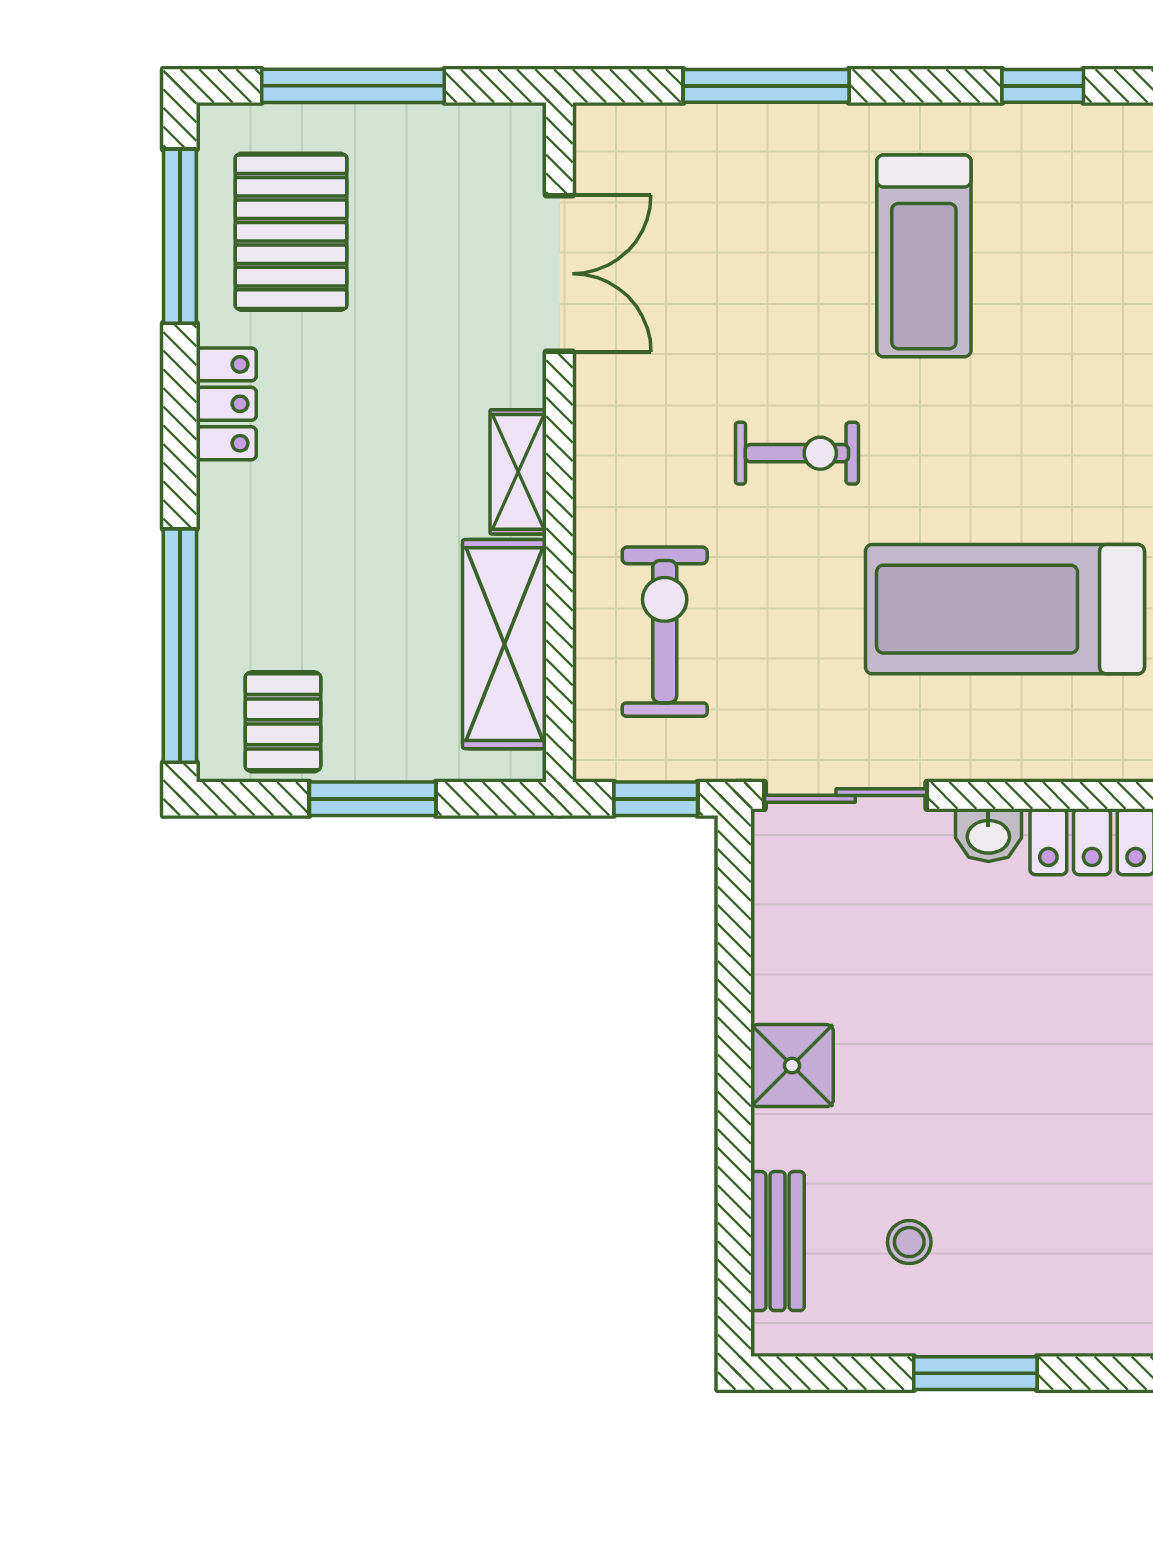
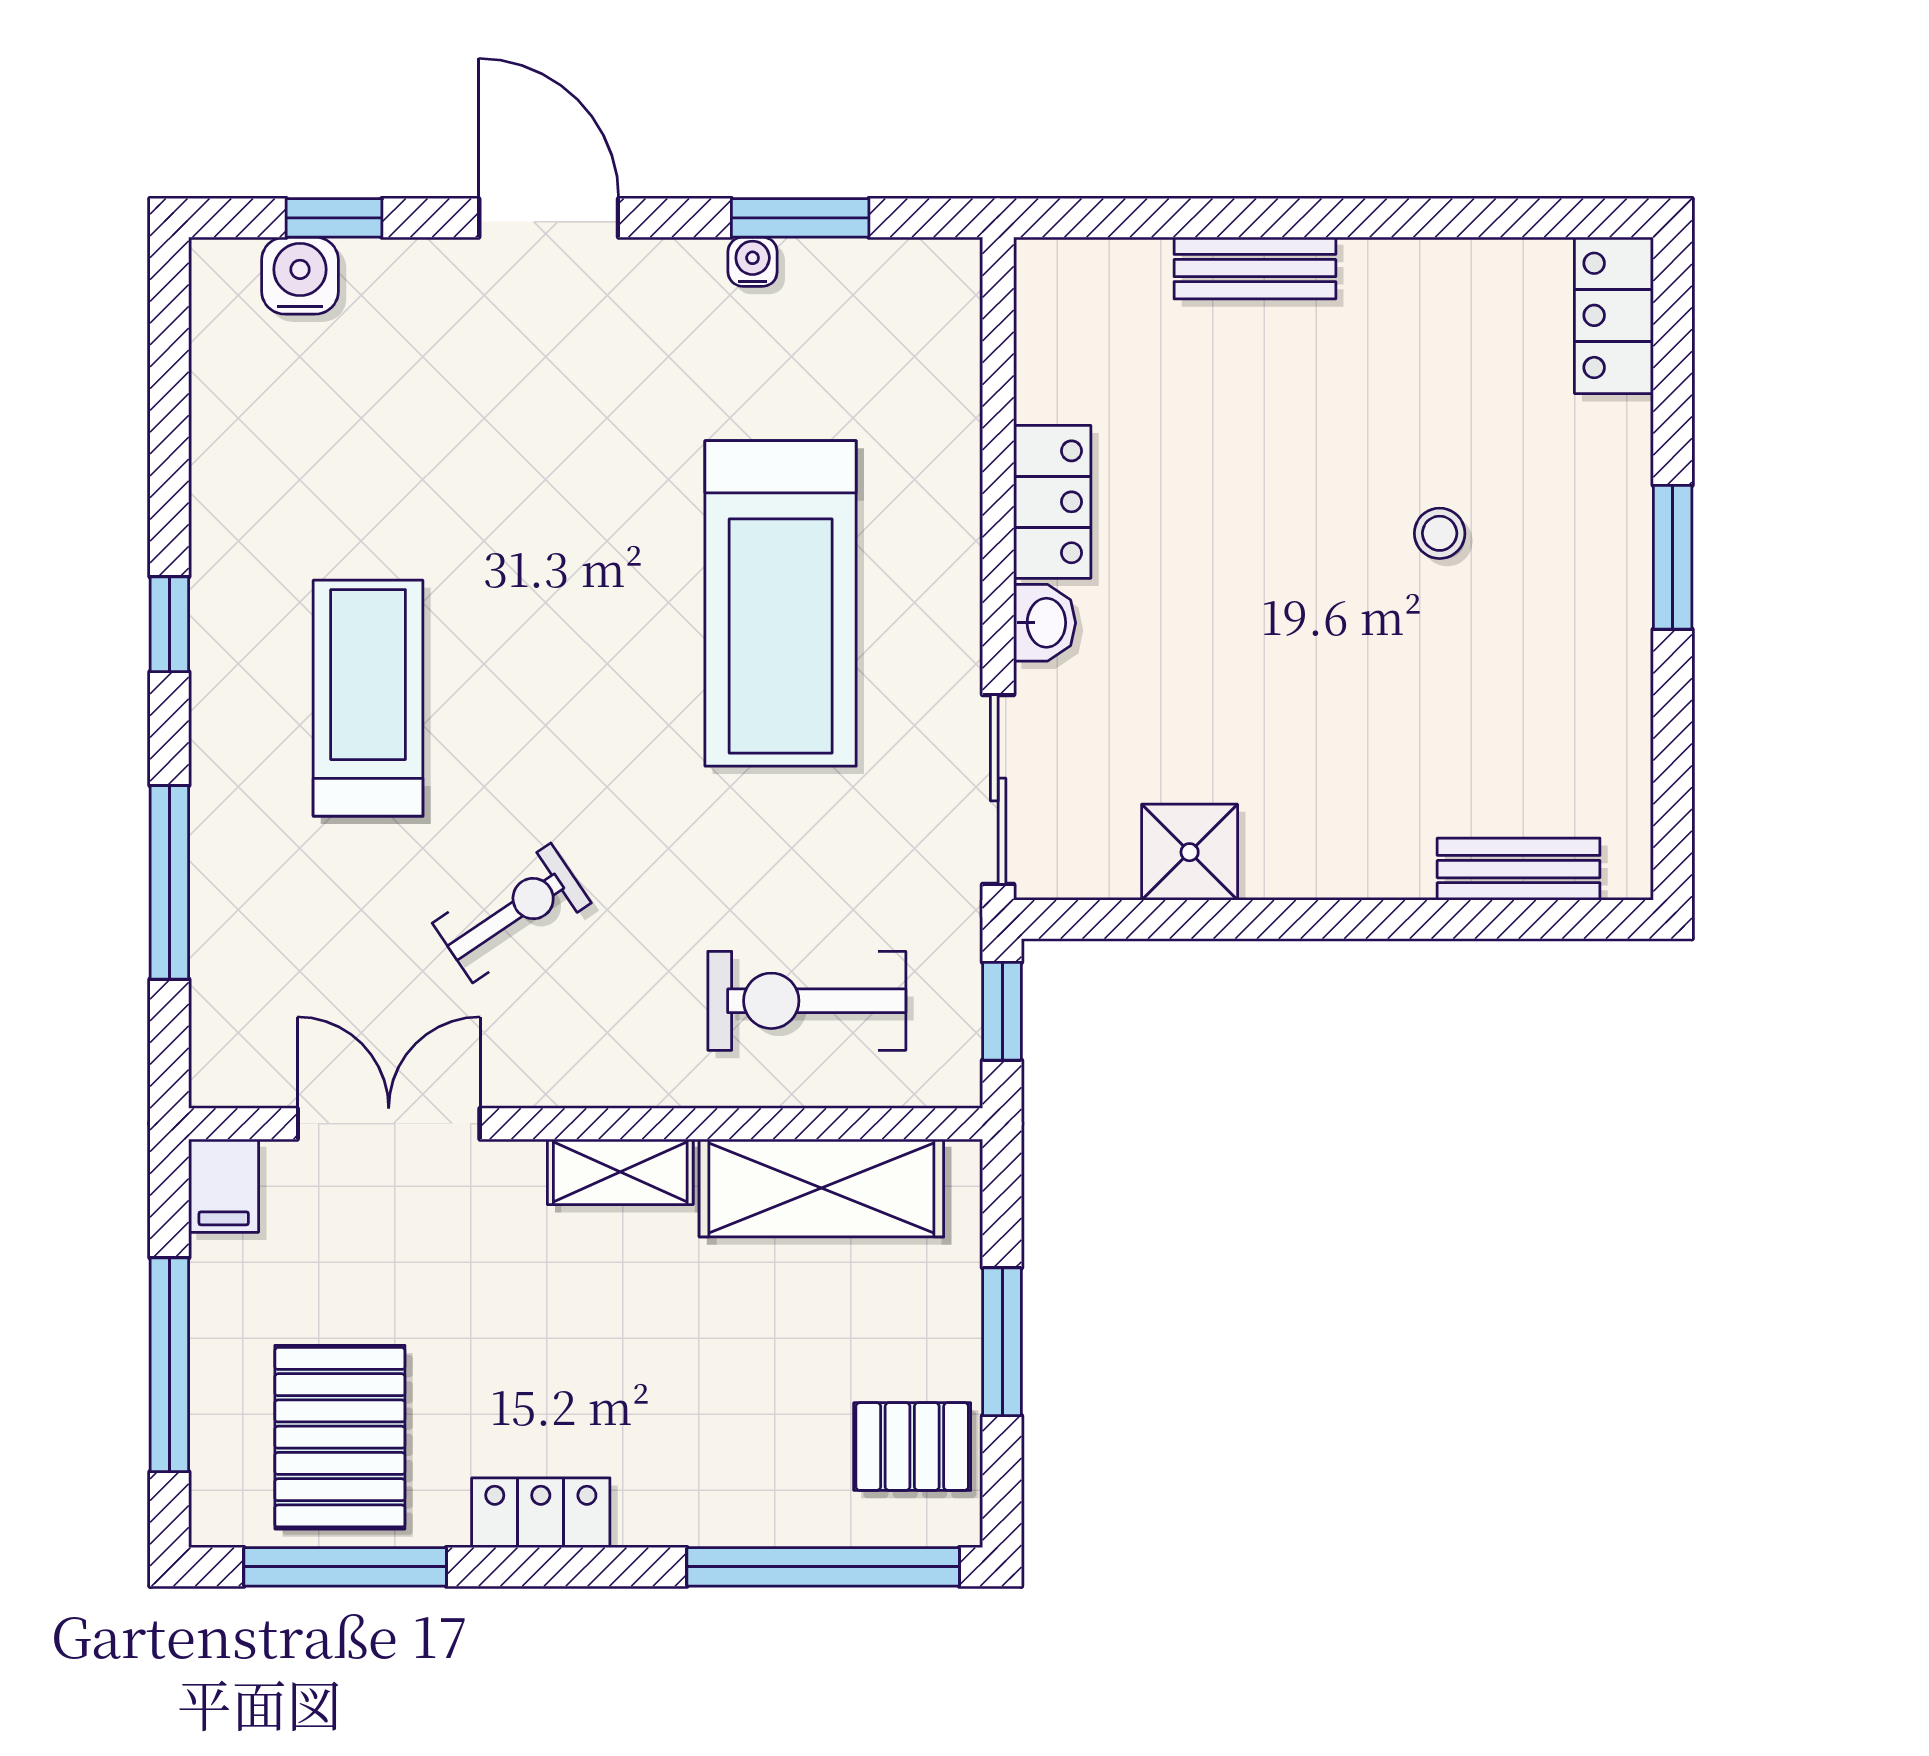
window: (1043, 86) -> (169, 624), moved
filing cabinet: (506, 132) -> (224, 1186), added
pallet: (291, 232) -> (340, 1437), turned 90
treadmill: (924, 256) -> (368, 698), turned -90
exercise bike: (797, 453) -> (512, 913), moved, turned 56
shower: (792, 1066) -> (1190, 852), moved
stool: (909, 1242) -> (1440, 533), moved
window: (975, 1373) -> (1673, 557), moved

